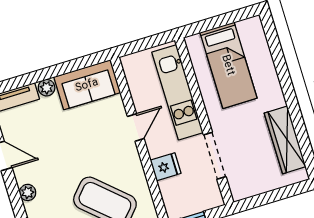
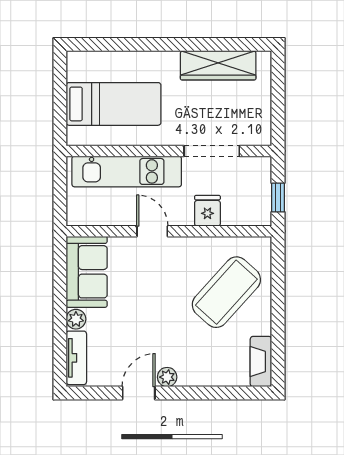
plant: (28, 192) -> (167, 377), moved

